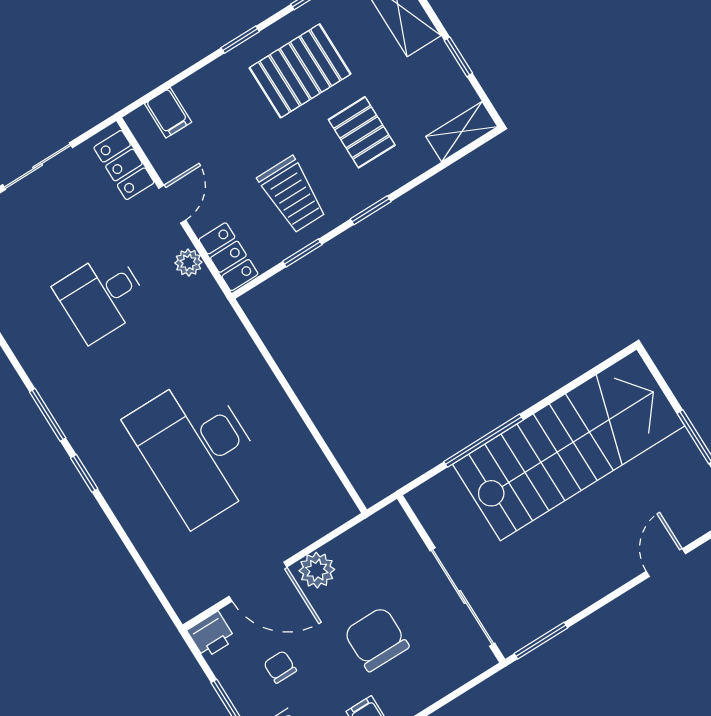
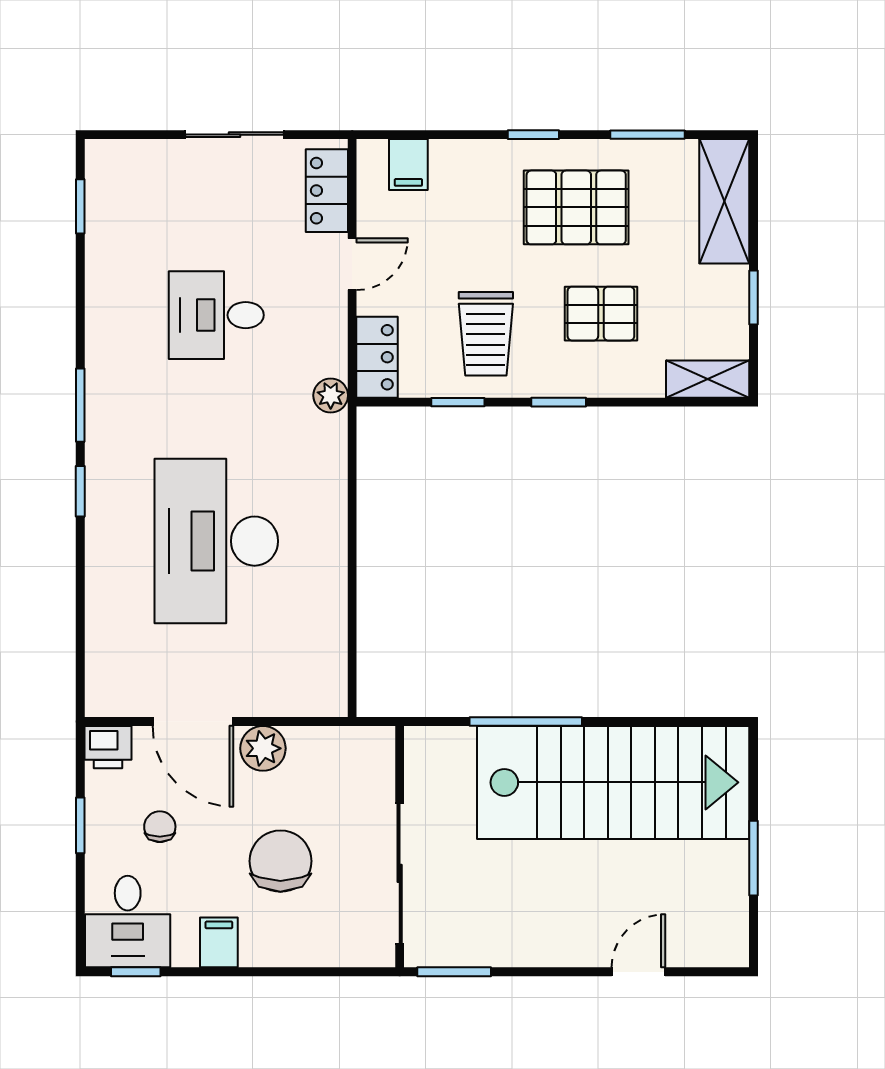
pallet: (362, 132) -> (601, 314), turned 90
plant: (188, 263) -> (331, 395), moved

